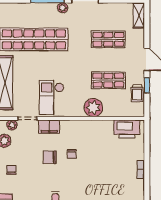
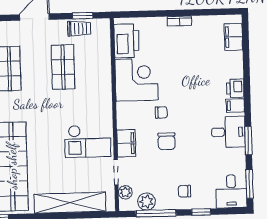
window: (147, 85) -> (83, 16), moved
plant: (93, 108) -> (100, 86), removed
corner desk: (97, 136) -> (136, 80), added

